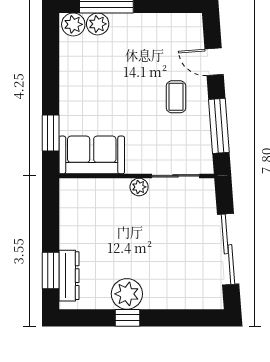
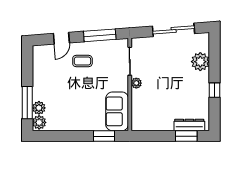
plant: (127, 294) -> (200, 62), moved

